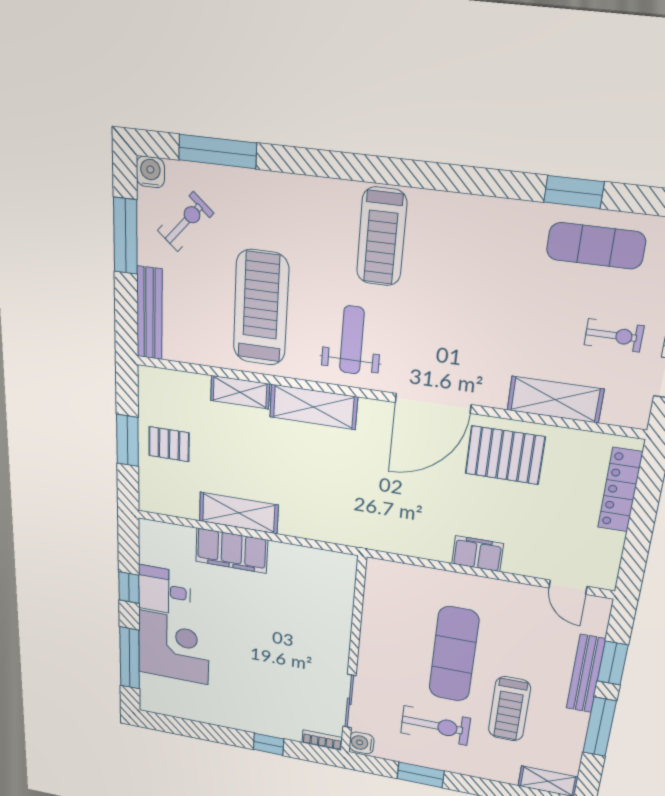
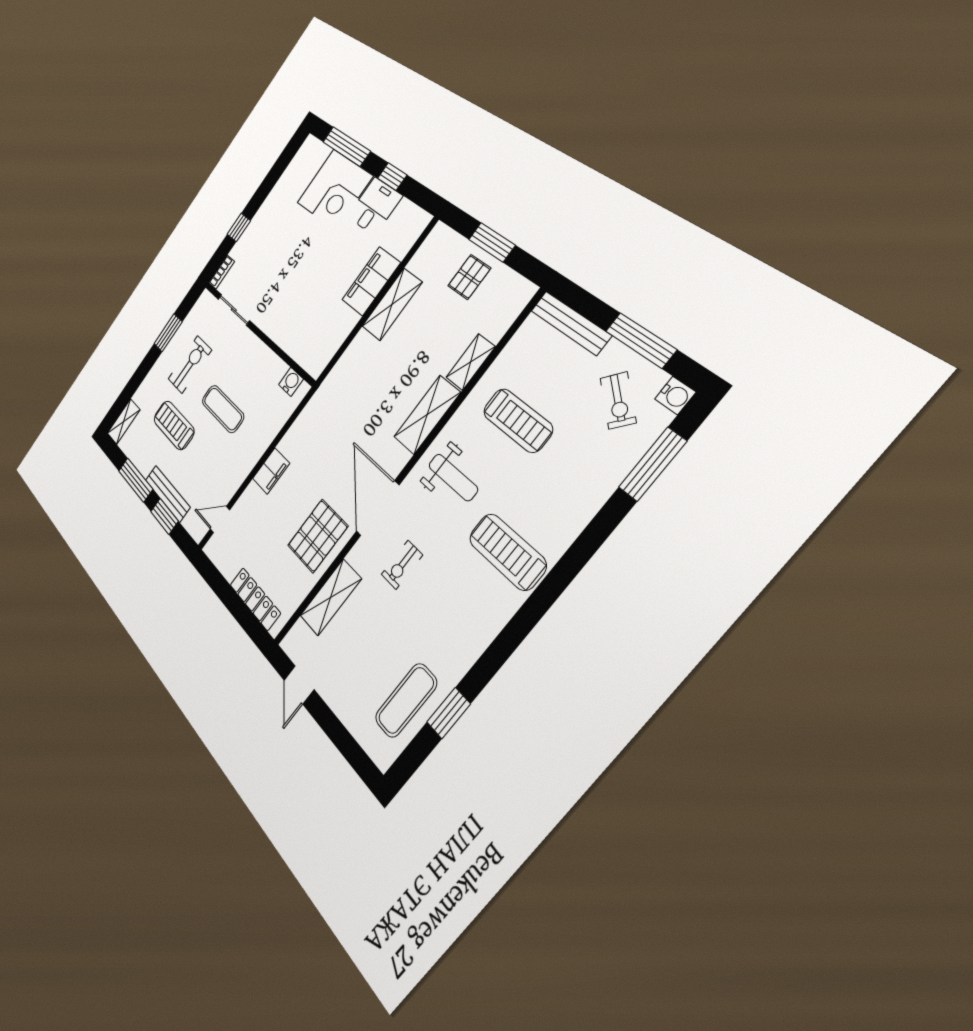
treadmill: (261, 308) -> (518, 420), width x0.73, depth x0.73
exercise bike: (614, 335) -> (402, 565), moved
exercise mat: (454, 654) -> (223, 409), width x0.73, depth x0.69
exercise bike: (435, 726) -> (190, 365), turned 180
water cooler: (362, 743) -> (291, 382), moved

